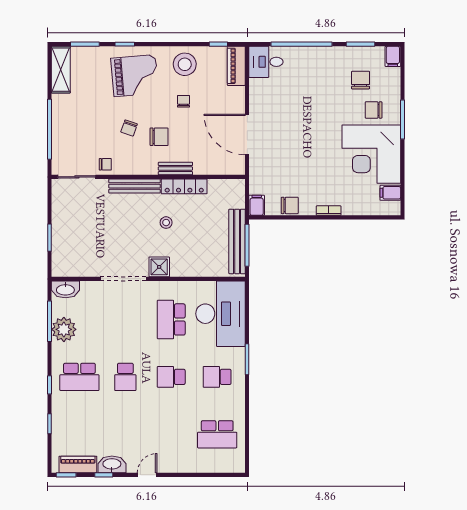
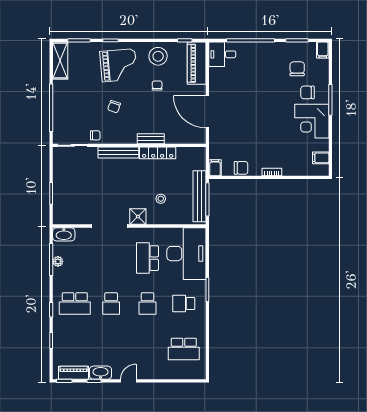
piano: (236, 66) -> (197, 63), width x1.37, depth x1.33
chair: (159, 137) -> (138, 114), removed
corner desk: (371, 154) -> (312, 121), width x0.74, depth x0.74
stool: (166, 223) -> (161, 199), moved
plant: (64, 329) -> (58, 261), width x0.53, depth x0.53
school desk: (171, 377) -> (147, 303), turned -90

